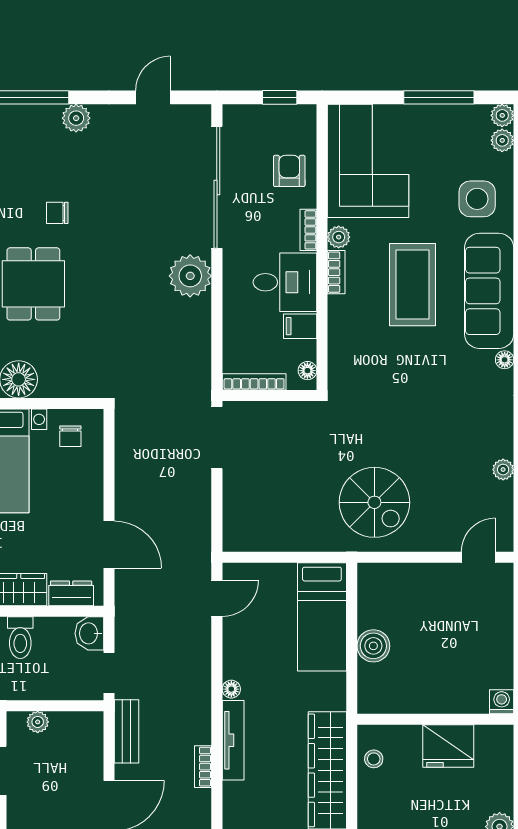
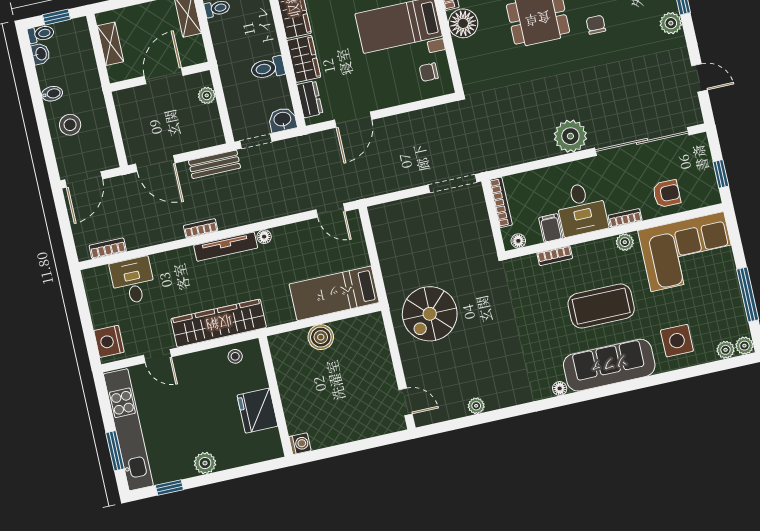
bookcase: (336, 272) -> (555, 256), moved

